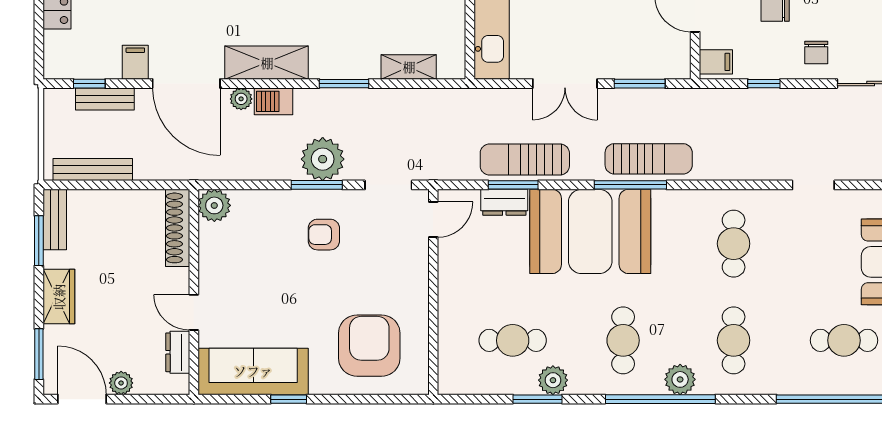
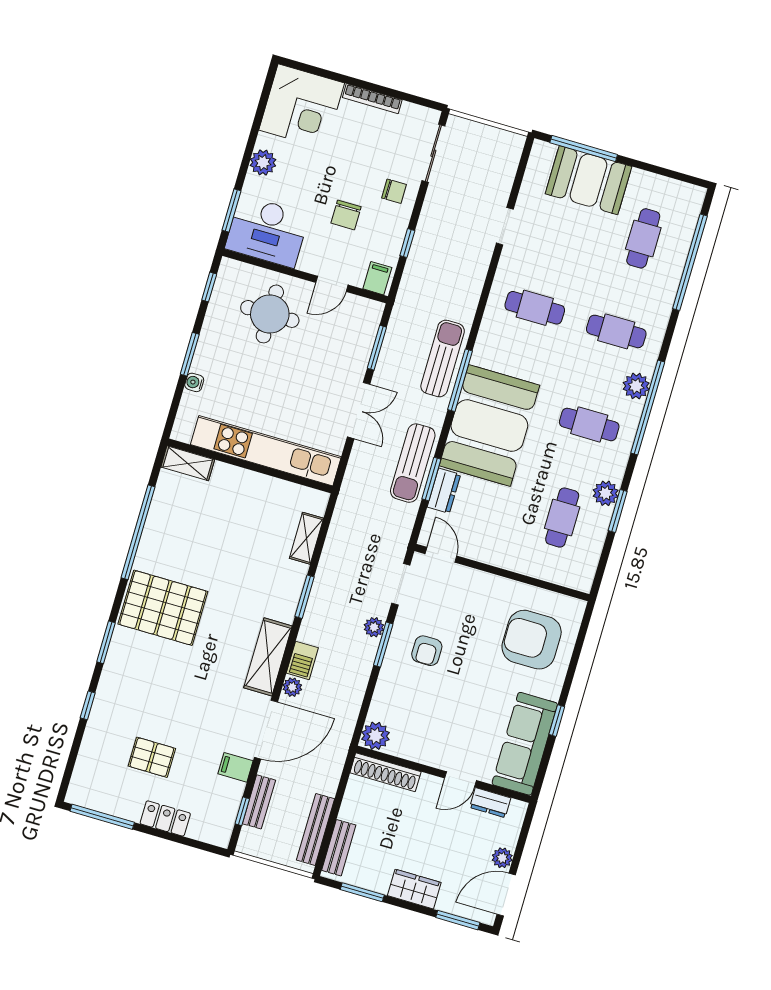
plant: (323, 159) -> (374, 627), width x0.53, depth x0.53
bench: (55, 220) -> (339, 848), moved, turned 90

